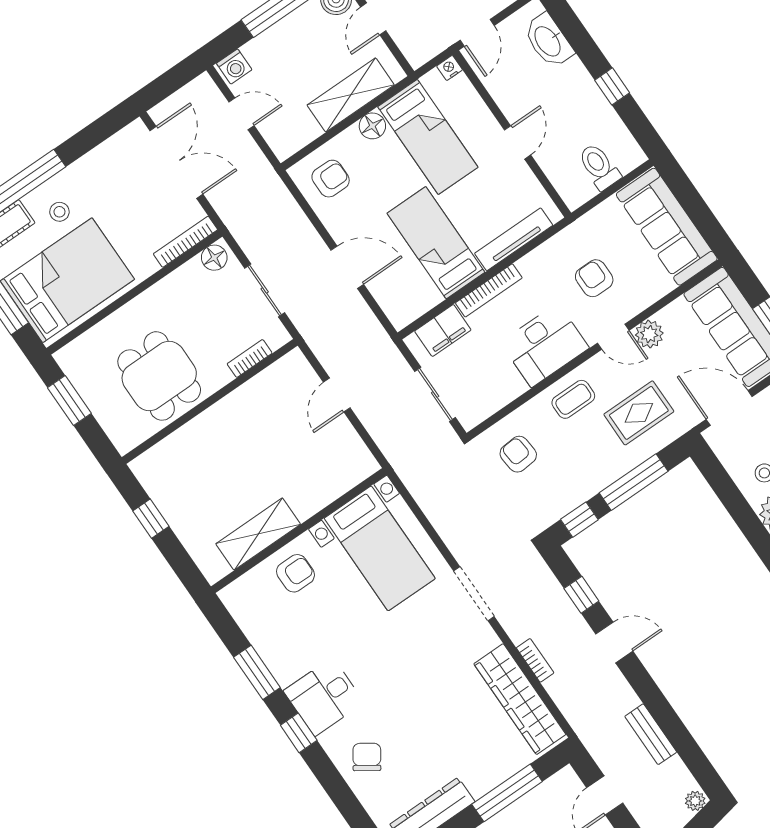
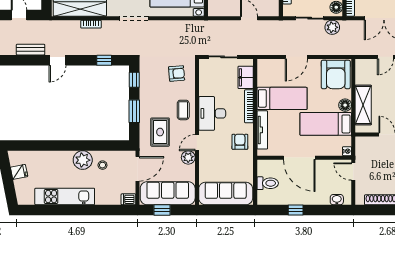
washbasin: (548, 41) -> (337, 200), width x0.52, depth x0.69
door: (518, 142) -> (299, 158), width x1.88
armchair: (331, 179) -> (336, 74), width x1.88, depth x1.88
plant: (254, 241) -> (332, 27), added
armchair: (594, 278) -> (240, 142), moved, turned -90
window: (634, 482) -> (134, 111), width x0.69
door: (614, 642) -> (58, 60), moved

